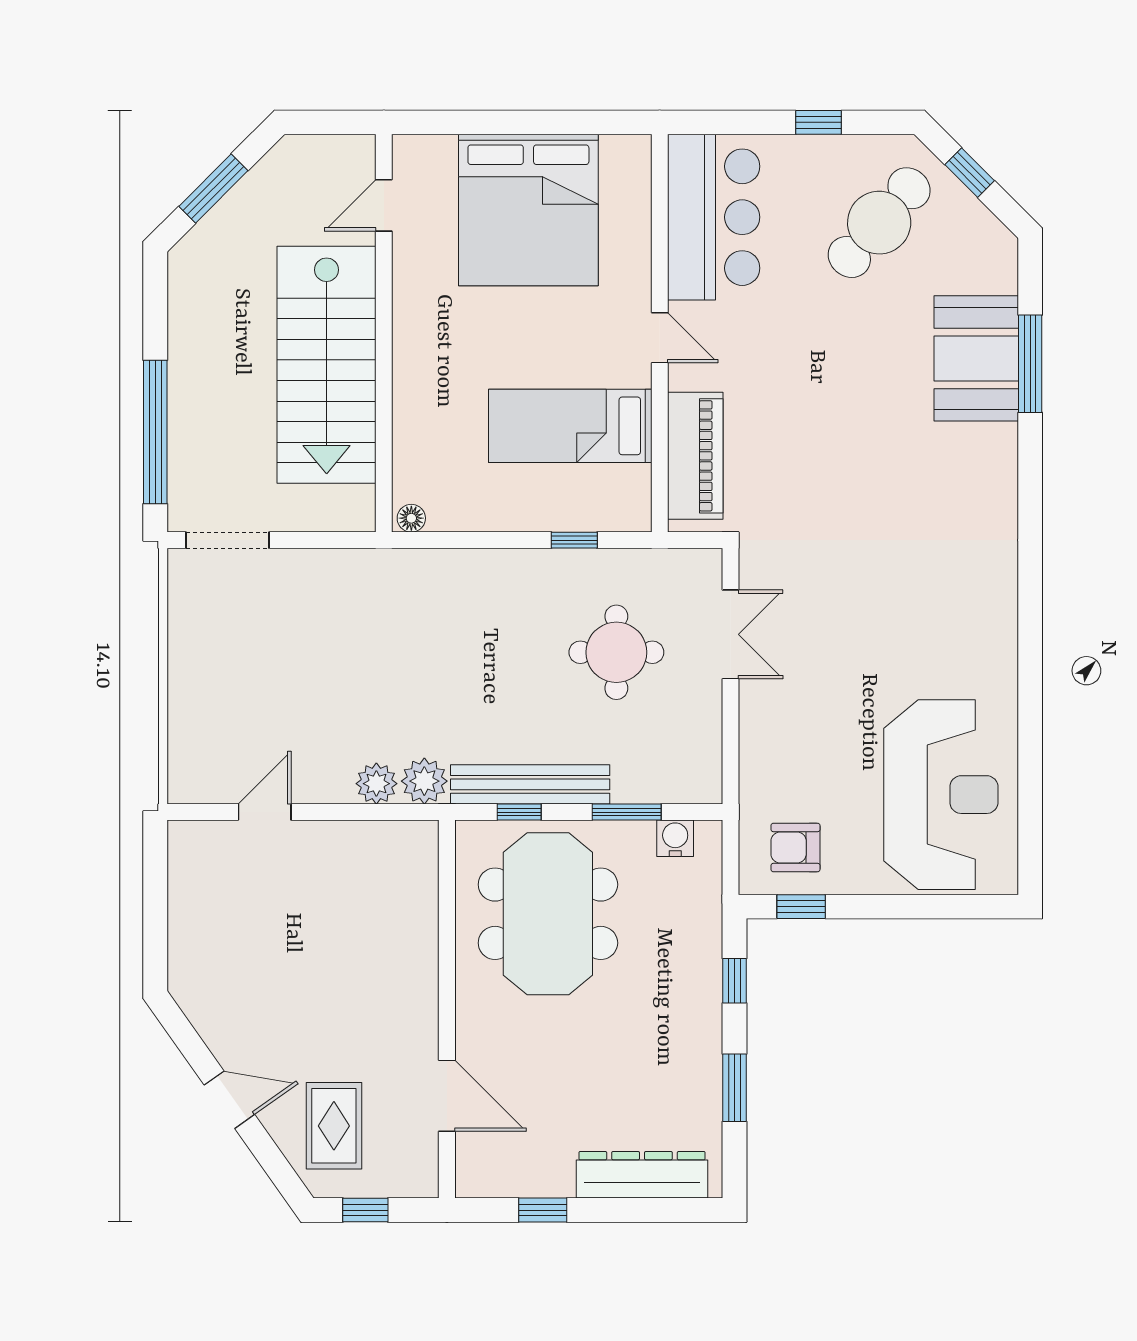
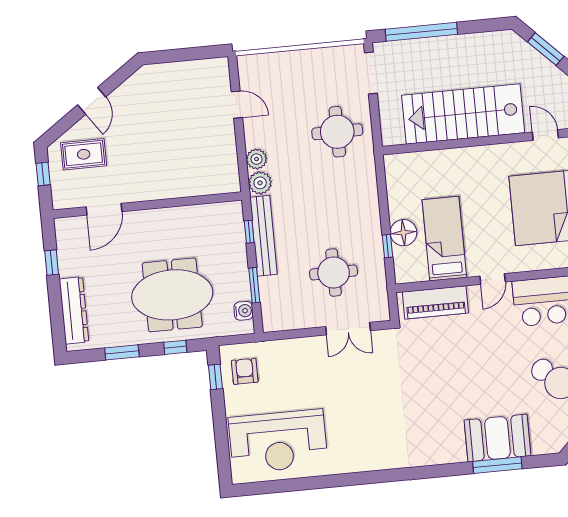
floor lamp: (411, 518) -> (403, 233), moved, width x1.89, depth x1.89
round table: (338, 618) -> (337, 132), added
meeting table: (548, 914) -> (172, 295), moved

